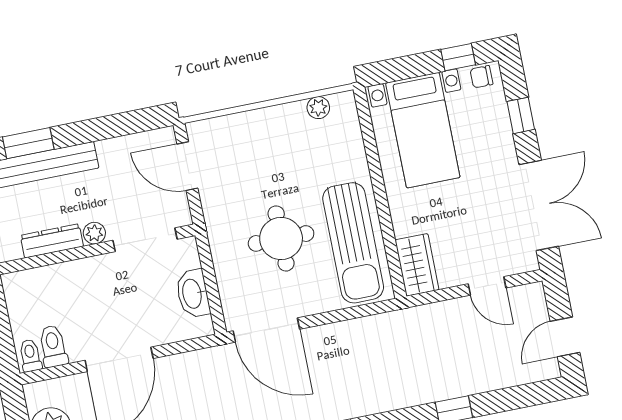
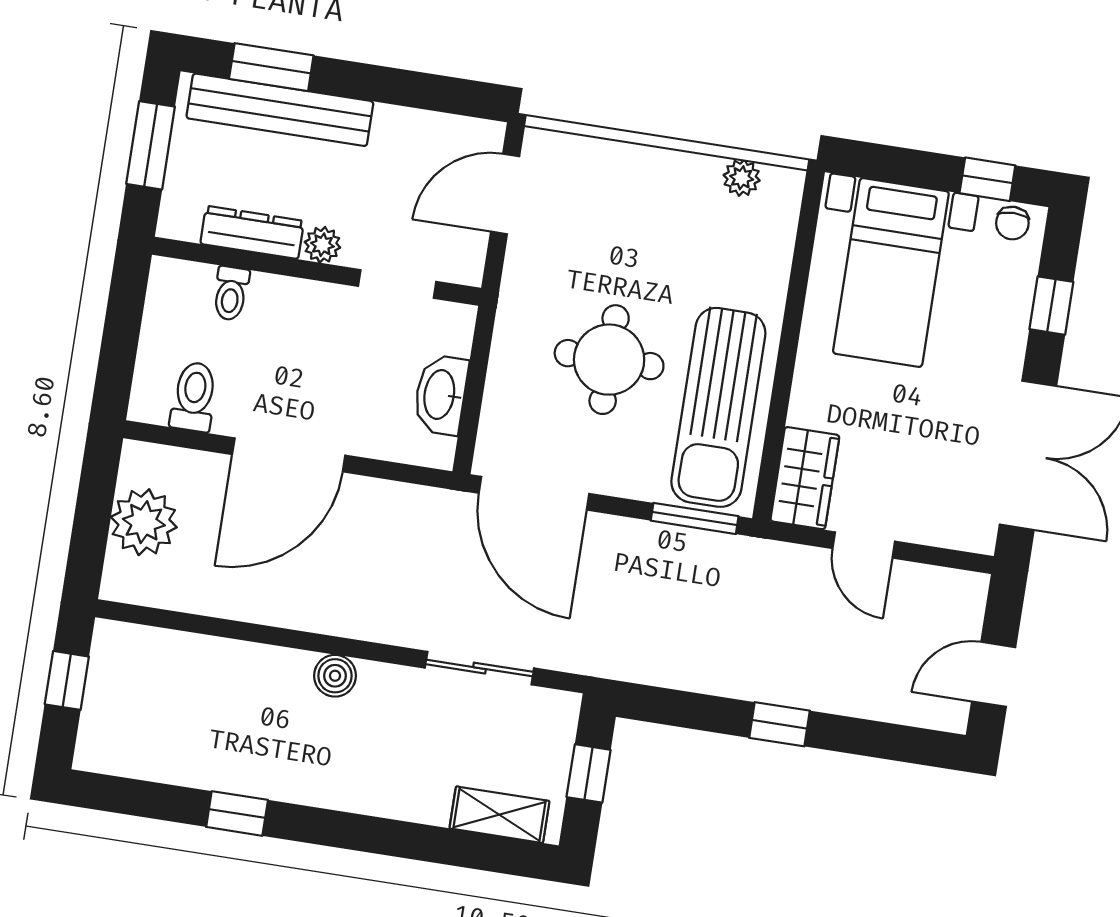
chair: (481, 77) -> (1012, 223), turned -90
door: (187, 166) -> (505, 194), hinge flipped
doorway: (145, 240) -> (397, 284), width x0.73
door: (487, 286) -> (864, 545), moved
window: (363, 311) -> (695, 518), added
toilet: (30, 356) -> (231, 293), moved, turned 180

